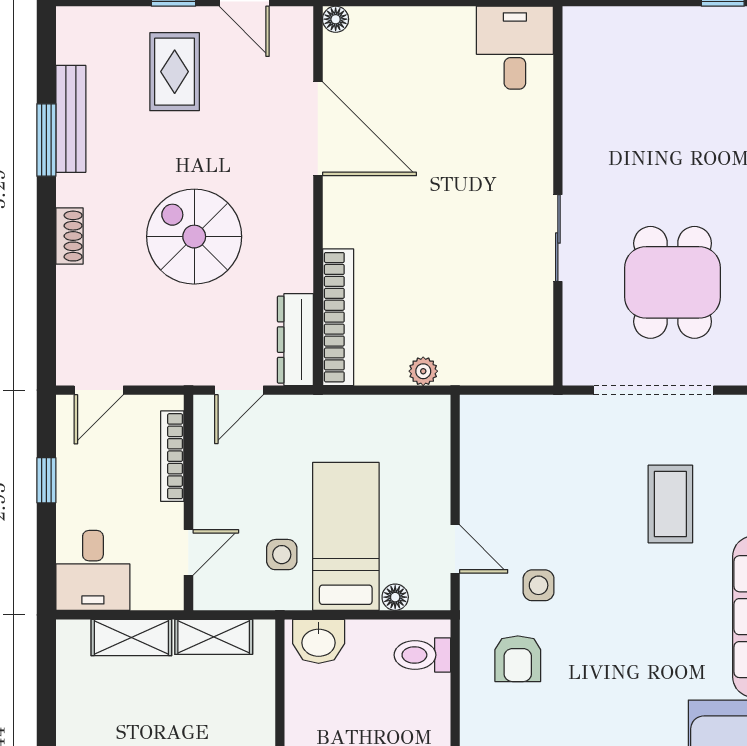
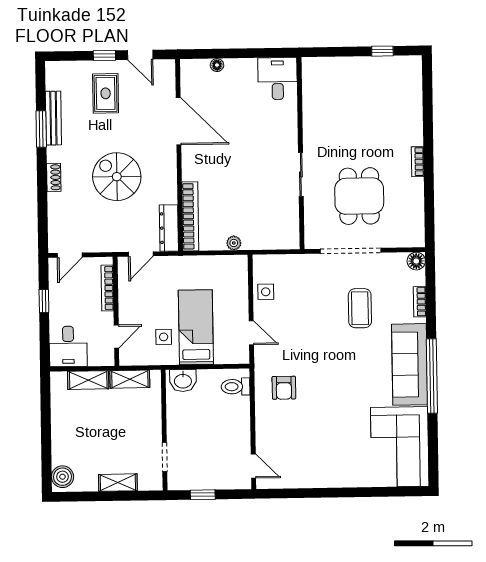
floor lamp: (336, 19) -> (217, 65), moved
side table: (539, 585) -> (266, 292), moved
floor lamp: (395, 597) -> (221, 358), removed

